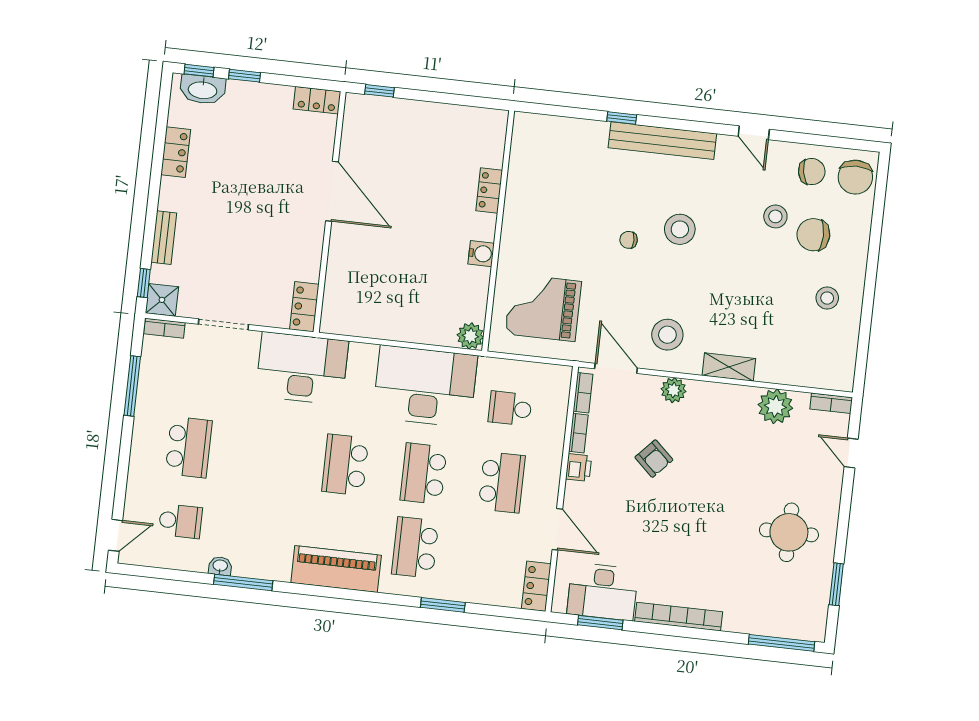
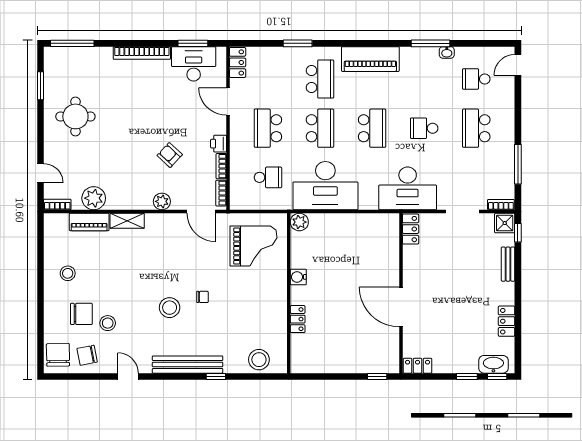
stool: (667, 335) -> (259, 360), moved
piano: (786, 372) -> (89, 222), added
school desk: (267, 456) -> (424, 128), added

